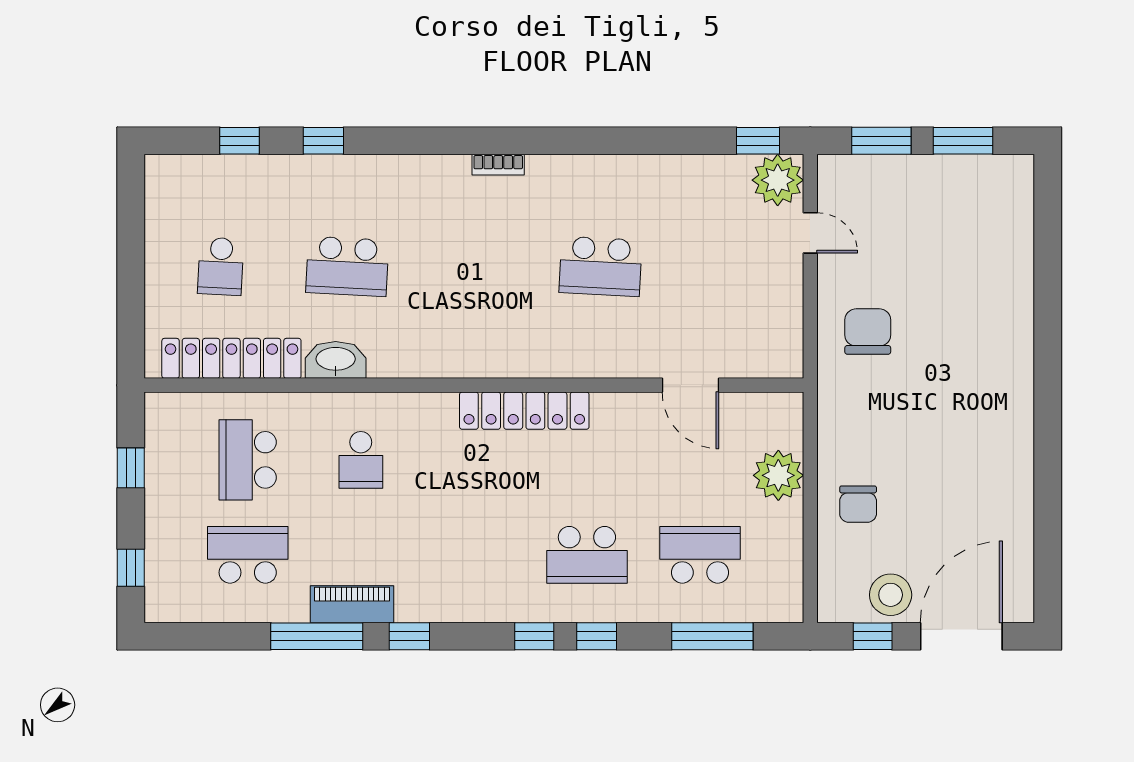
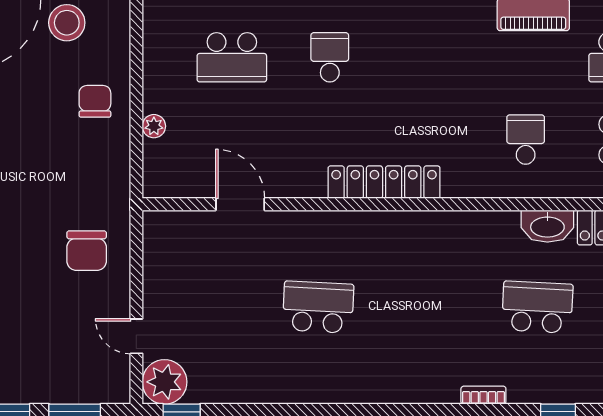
bookcase: (498, 165) -> (483, 395), moved
plant: (778, 475) -> (154, 126), width x0.53, depth x0.53
school desk: (587, 555) -> (330, 57), width x0.54

